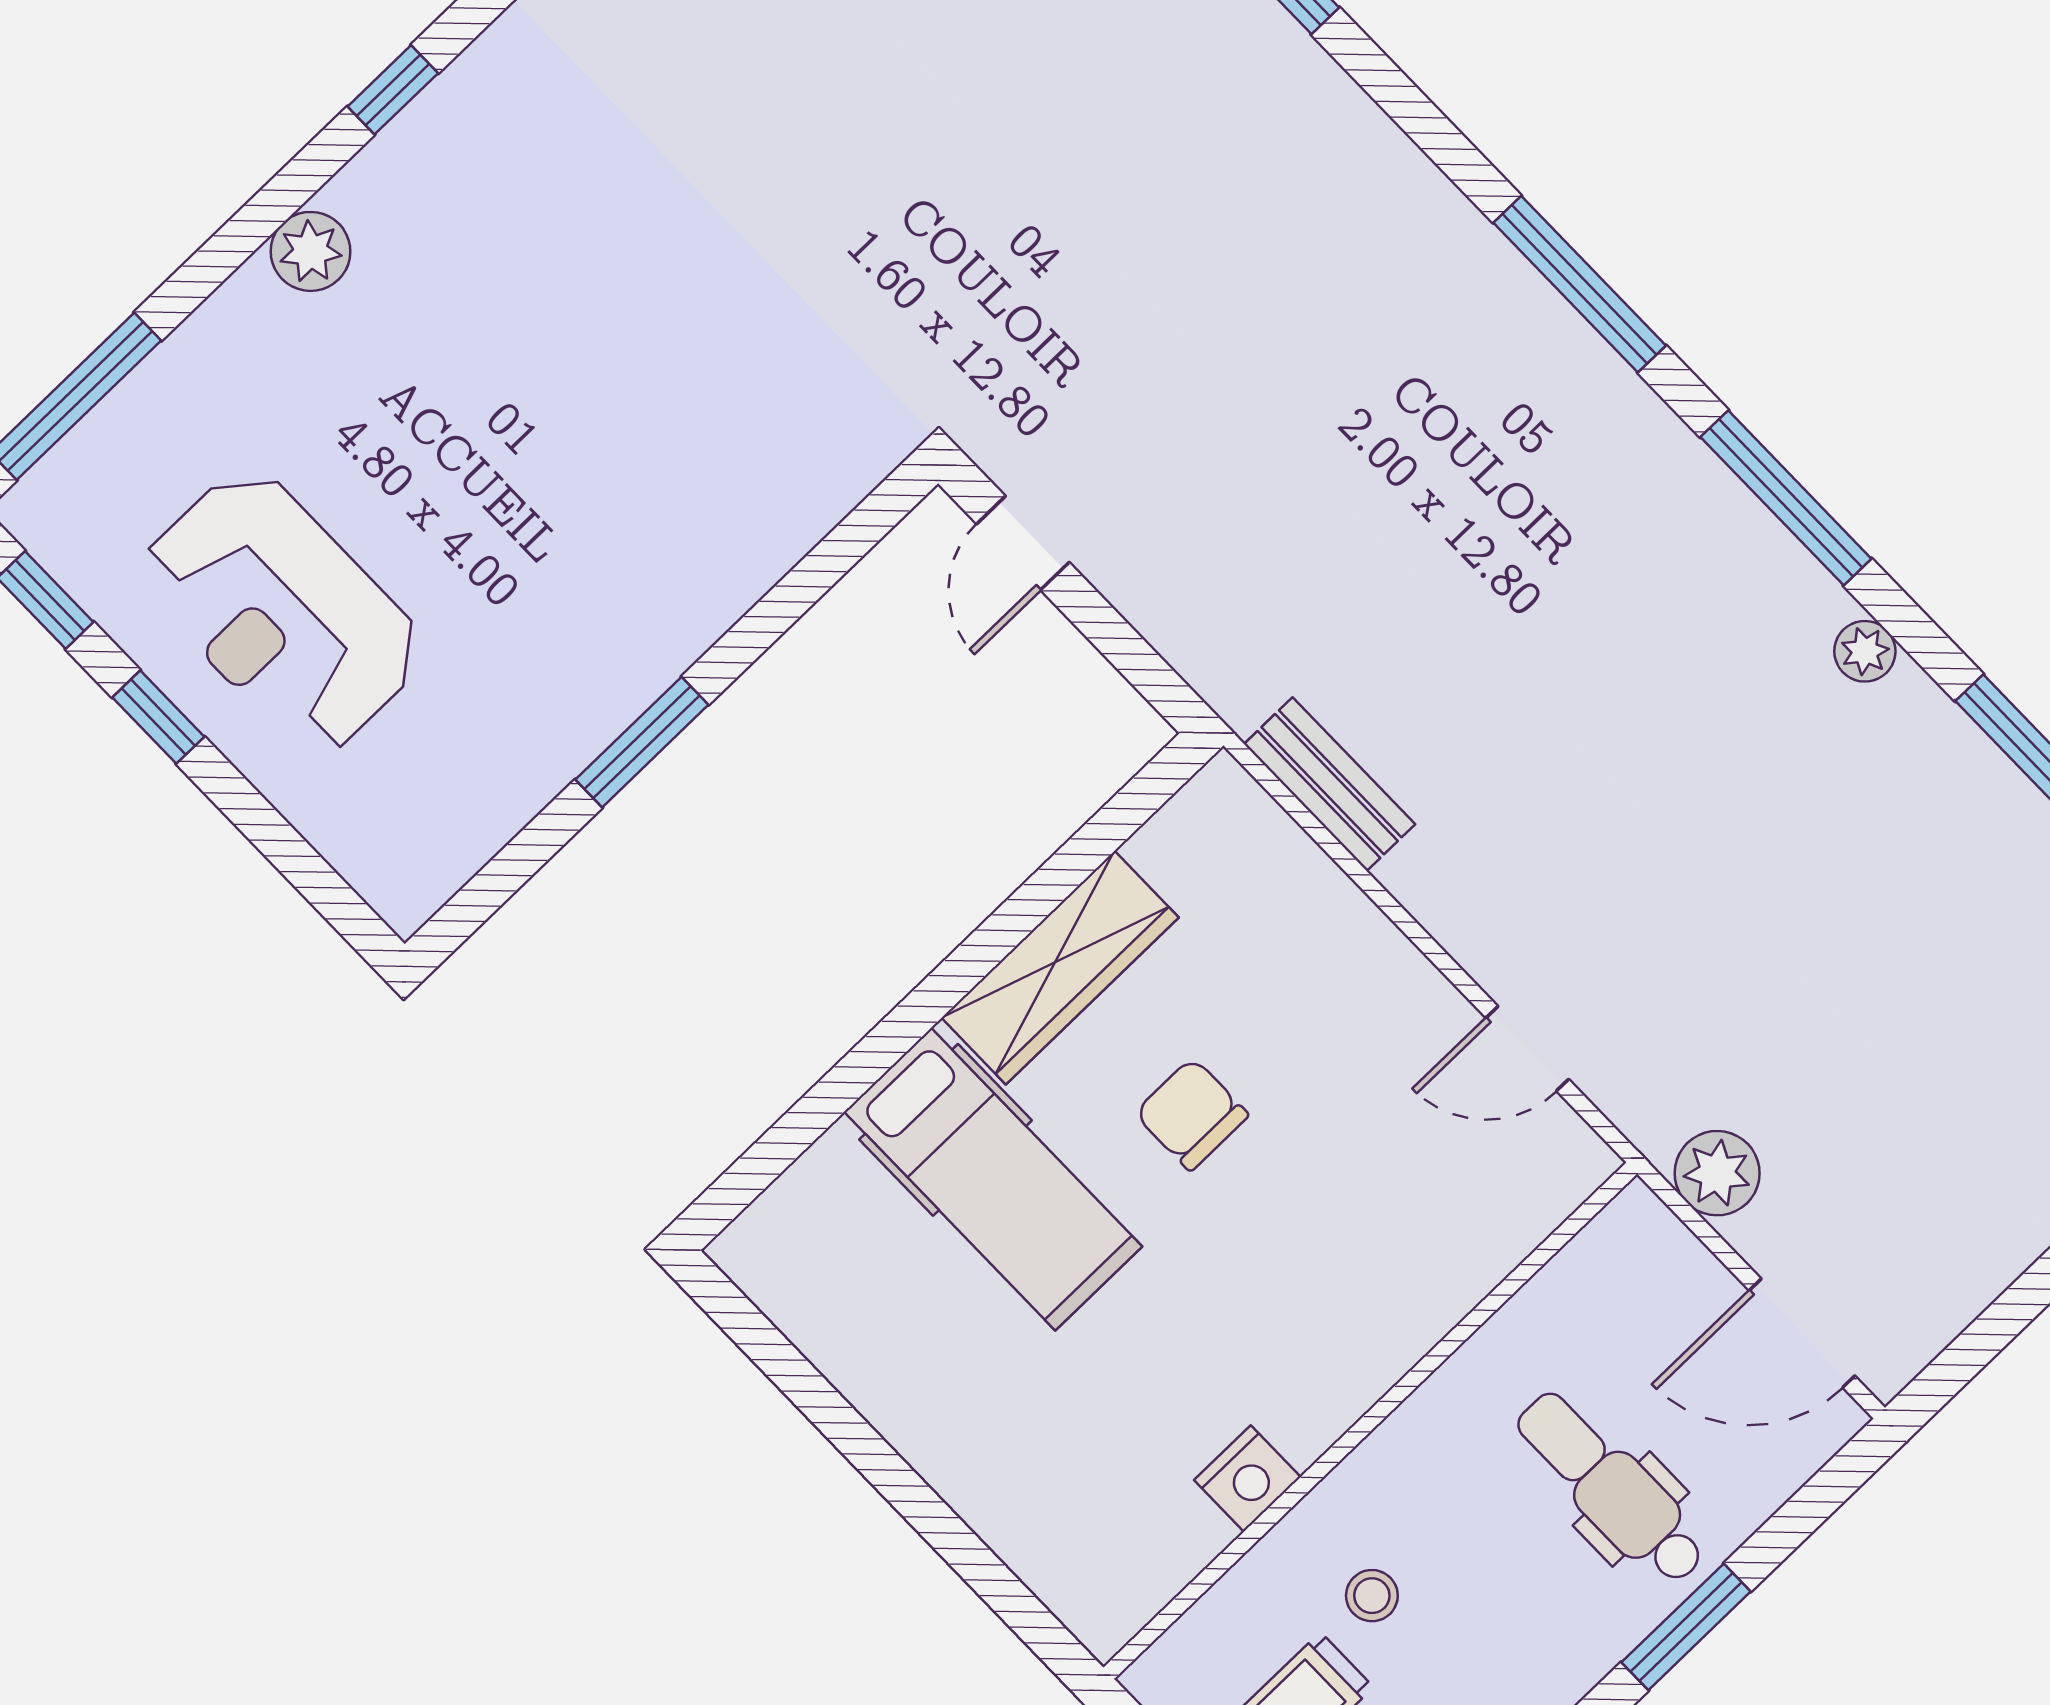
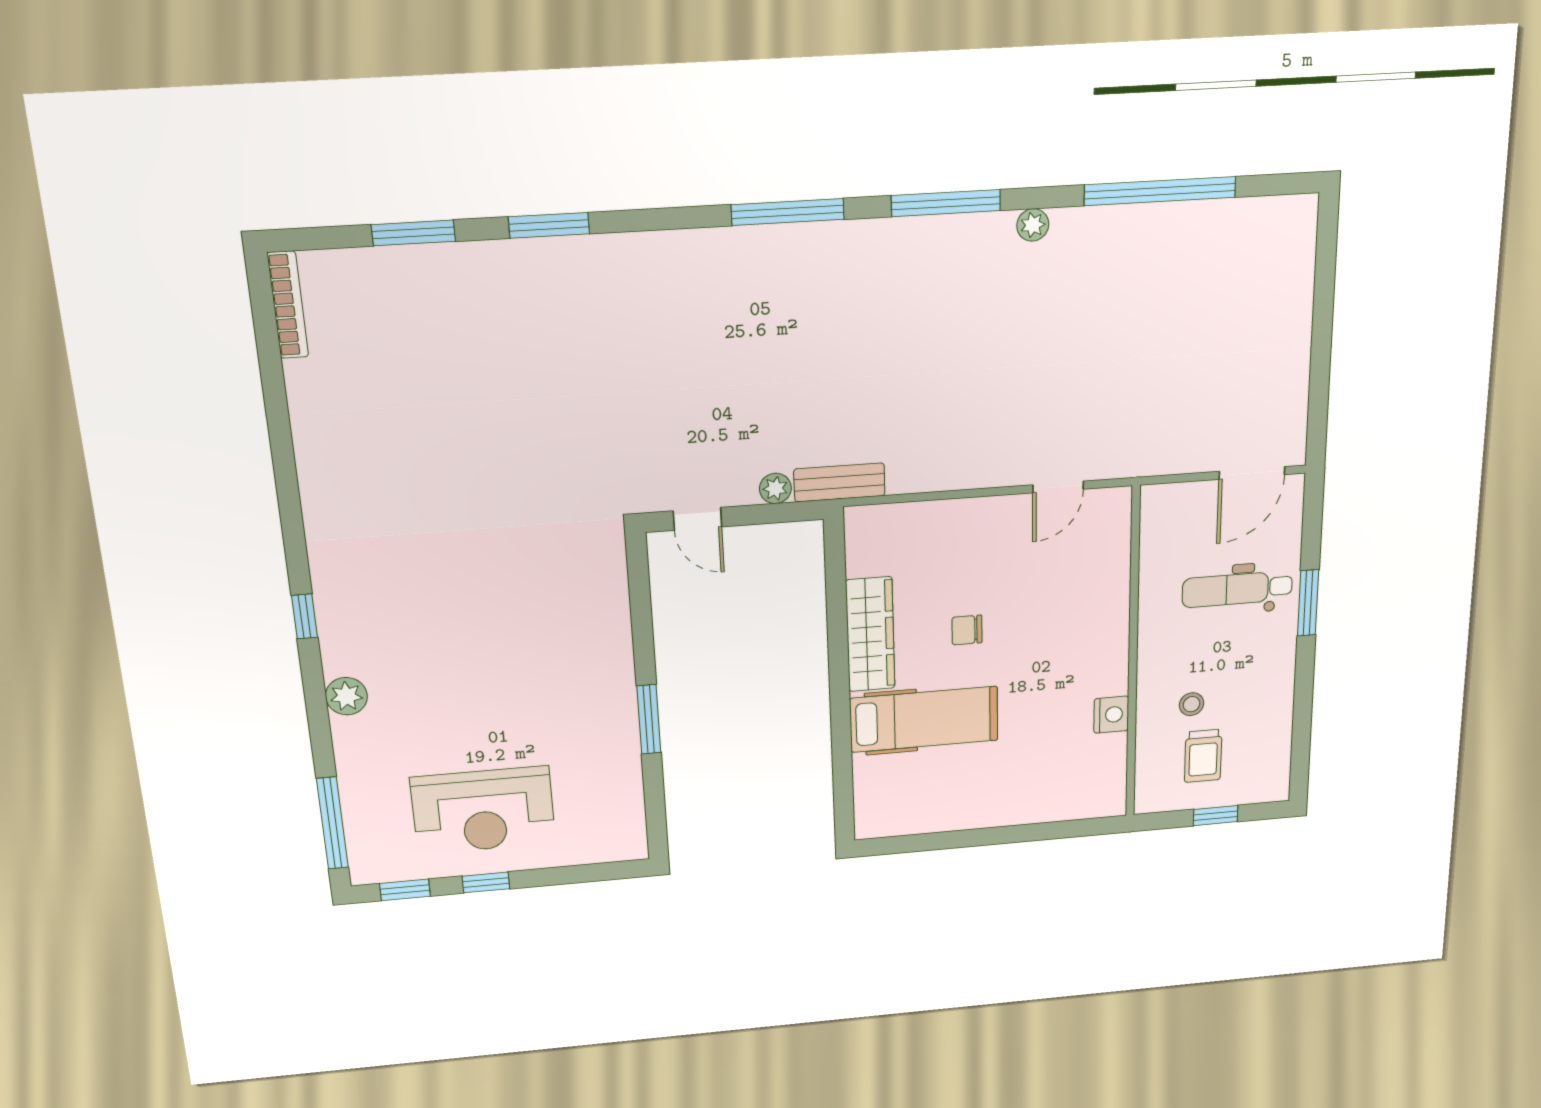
bench: (1330, 784) -> (839, 482), moved
chair: (1191, 1114) -> (967, 630), width x0.73, depth x0.73
plant: (1717, 1173) -> (775, 488), moved, width x0.73, depth x0.73

